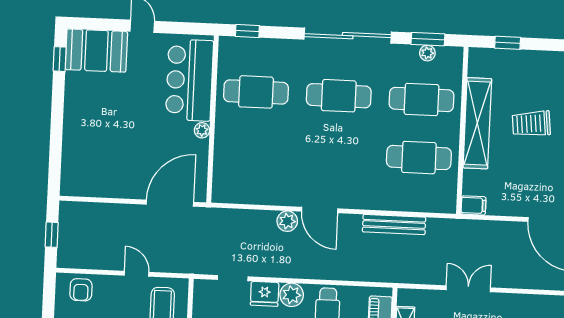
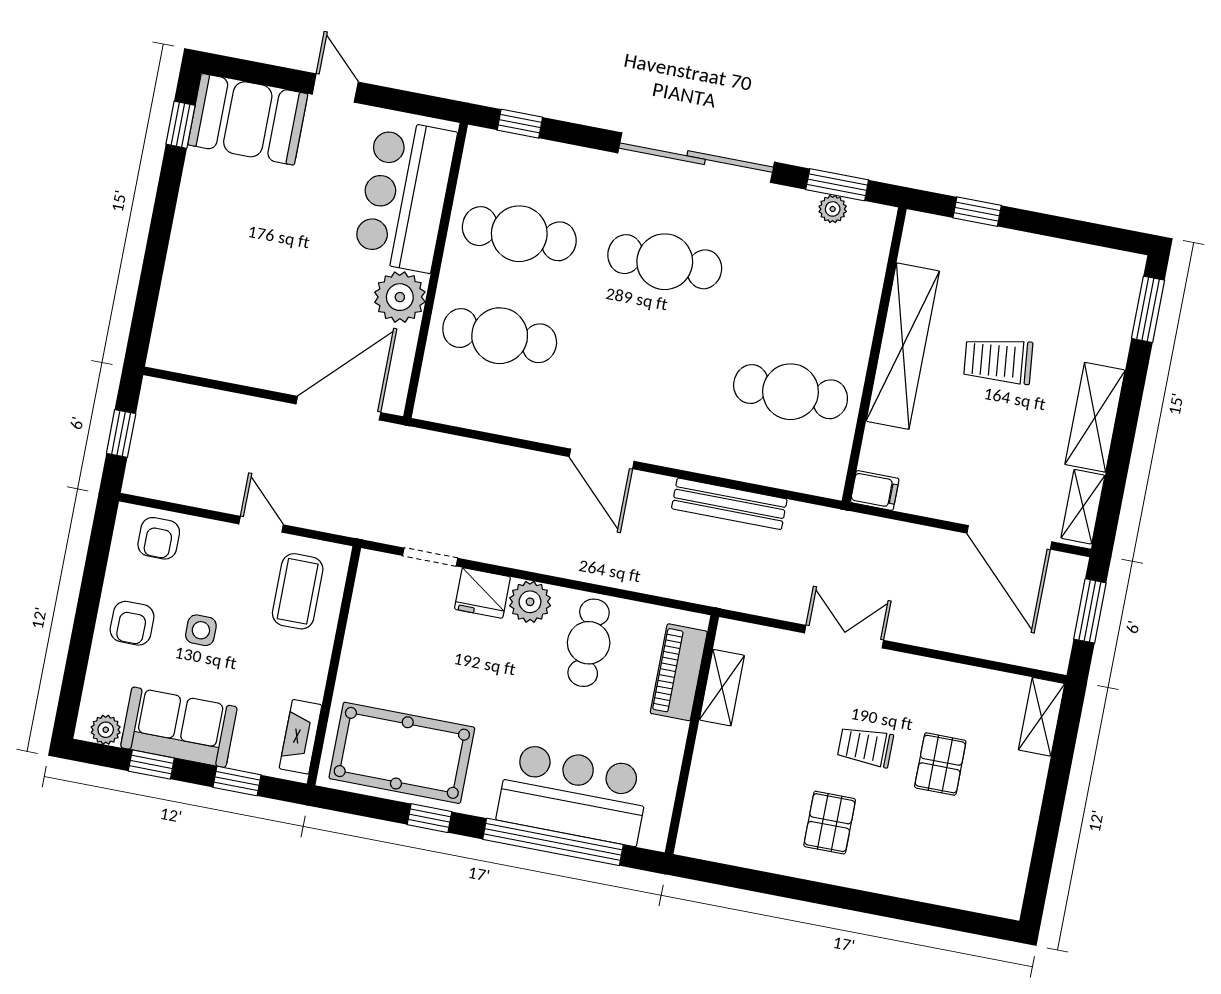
cafe table: (422, 99) -> (500, 336), moved
plant: (202, 130) -> (400, 297), width x1.87, depth x1.87
plant: (287, 221) -> (541, 470), removed

